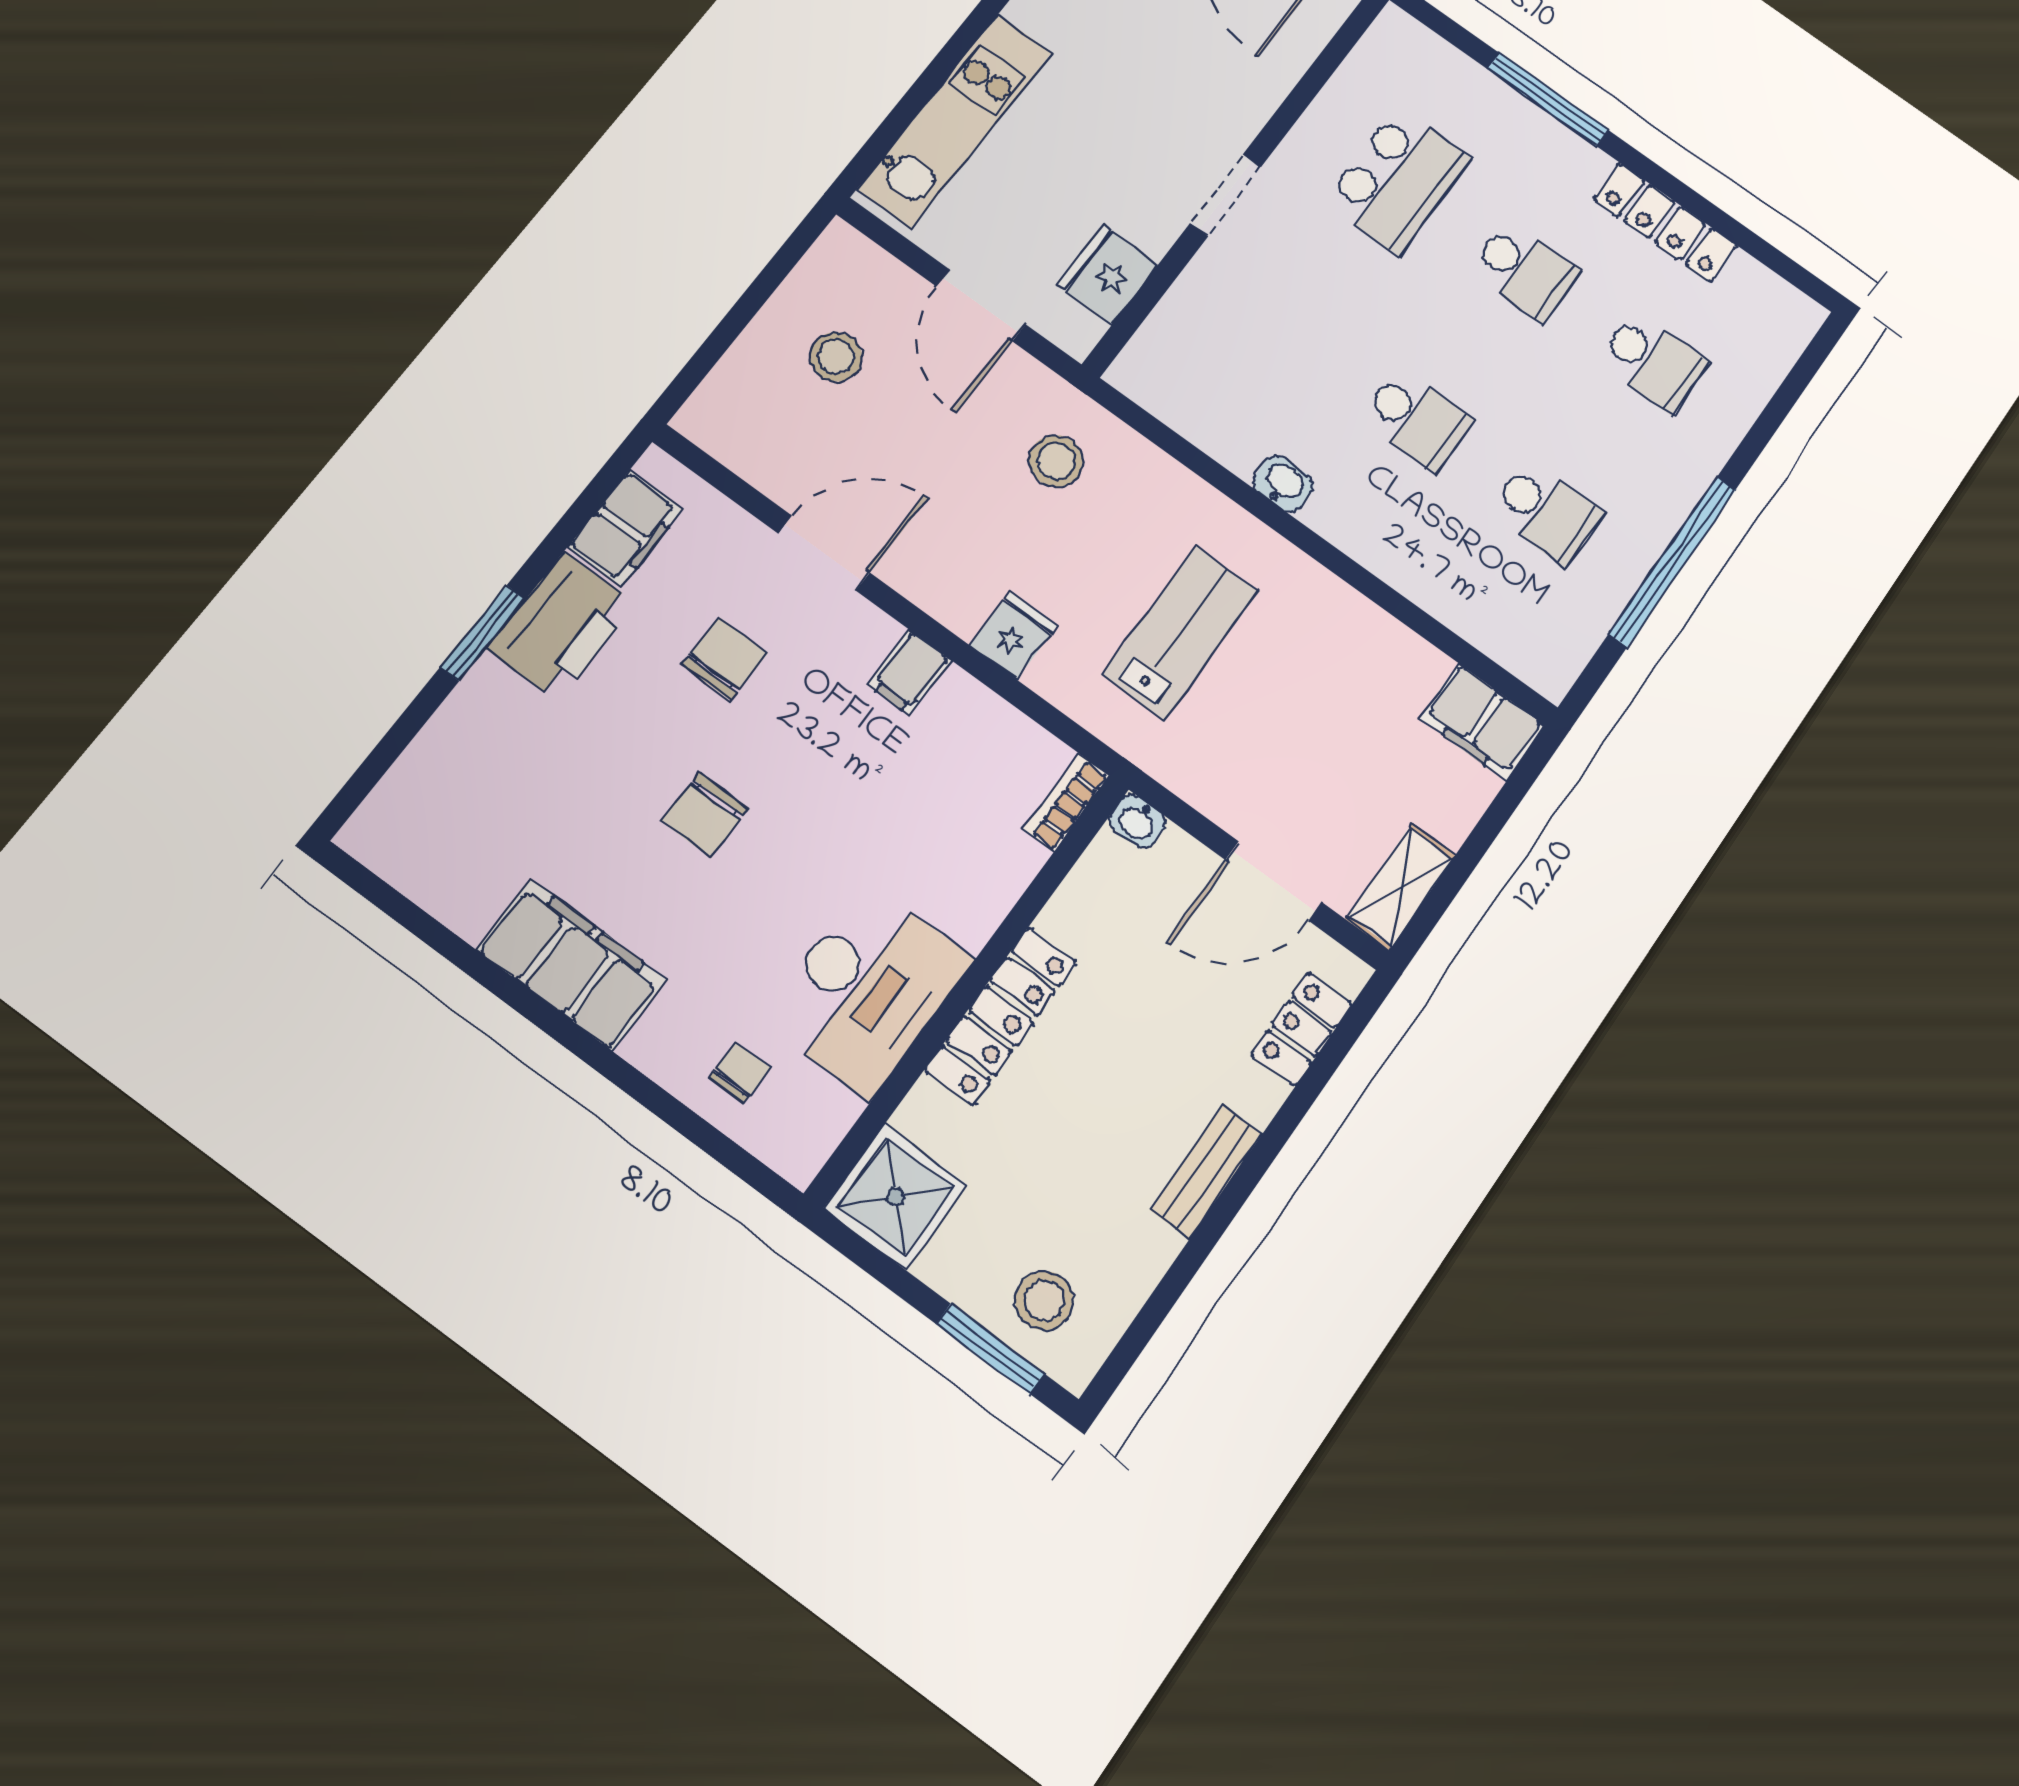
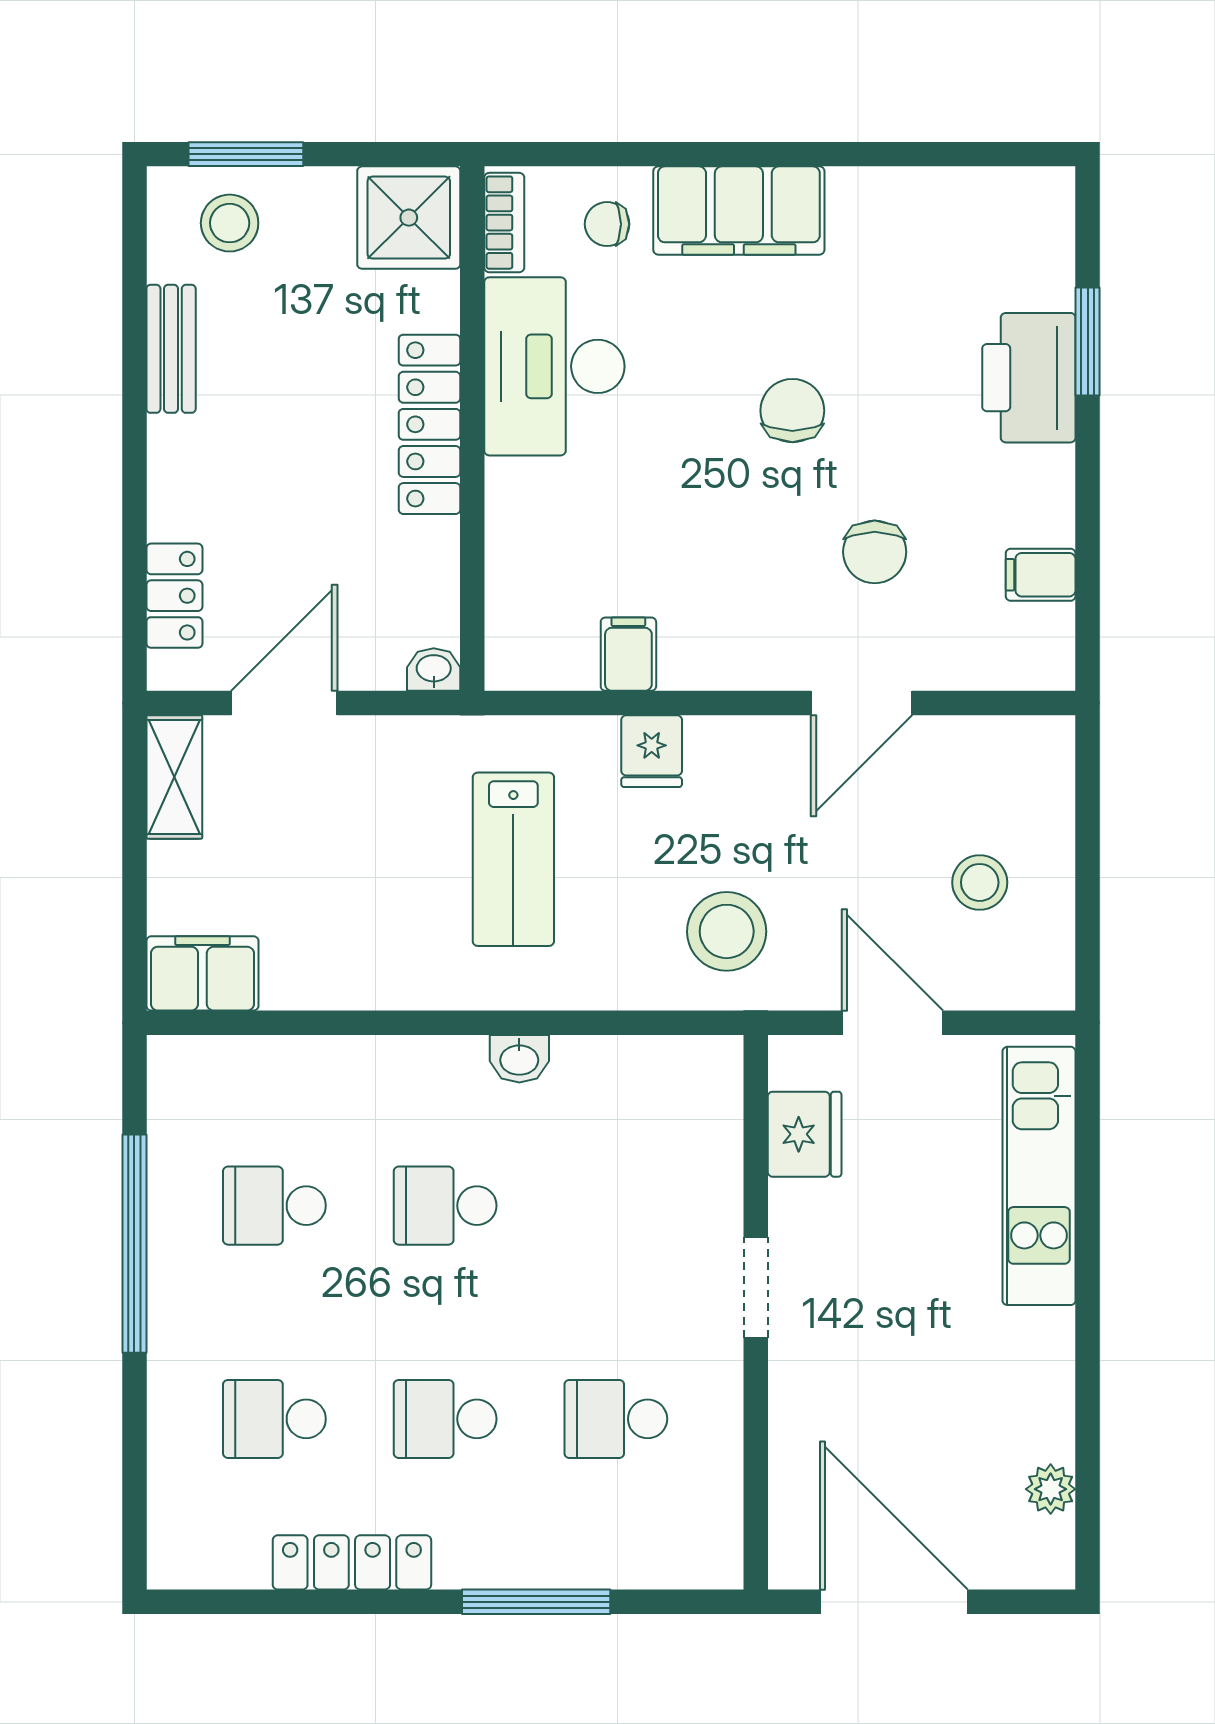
school desk: (1398, 180) -> (616, 1419), width x0.54
stool: (1056, 461) -> (727, 931), width x1.38, depth x1.38
filing cabinet: (626, 528) -> (1041, 575), width x0.50
printer: (561, 626) -> (1029, 378), moved
window: (483, 633) -> (1088, 342), moved
filing cabinet: (909, 673) -> (628, 654), moved
bookcase: (1066, 803) -> (504, 223), moved
filing cabinet: (571, 965) -> (739, 211), moved
chair: (740, 1073) -> (607, 224), turned 90
bench: (1206, 1172) -> (171, 349), moved

